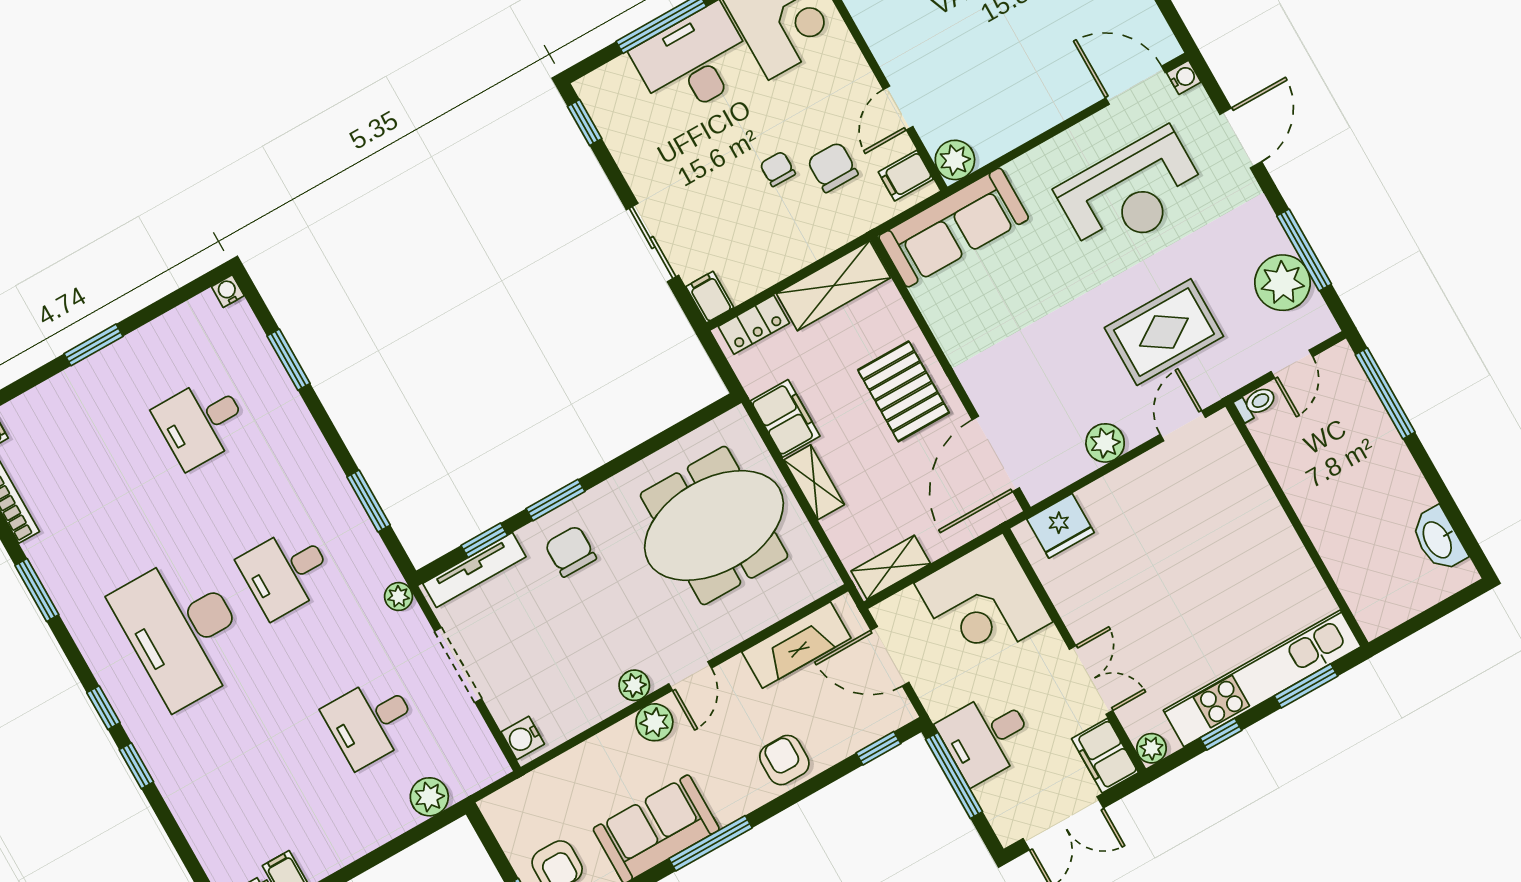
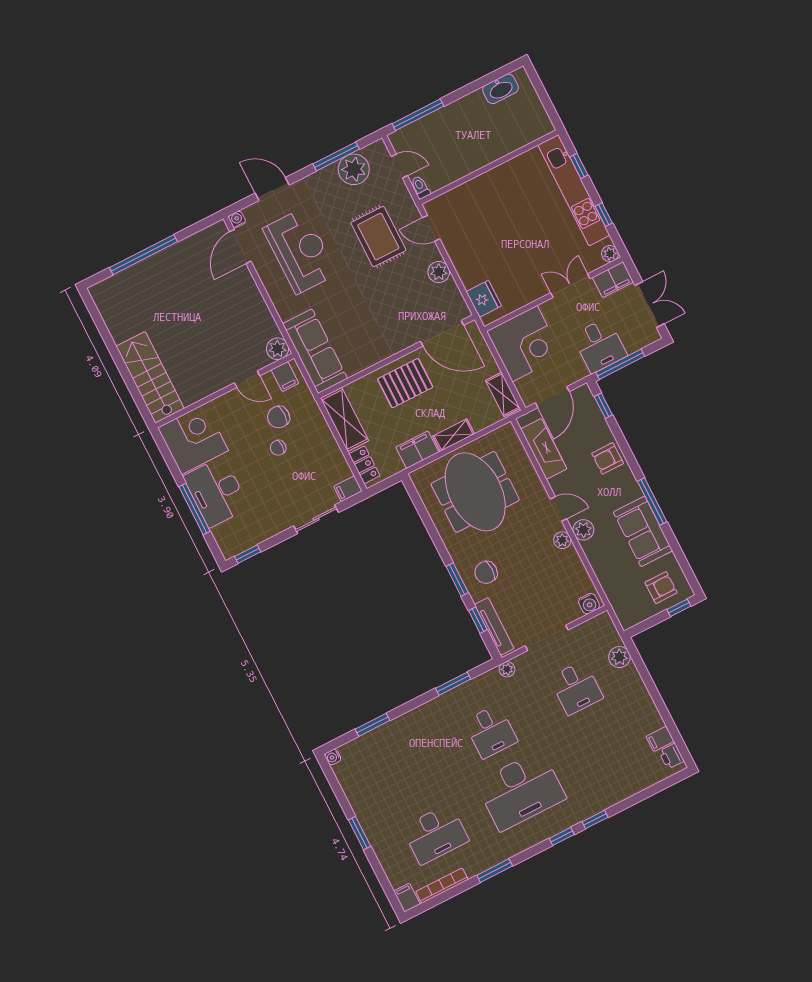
desk: (201, 422) -> (435, 834), moved, width x1.37
window: (1306, 686) -> (579, 166), width x0.67

